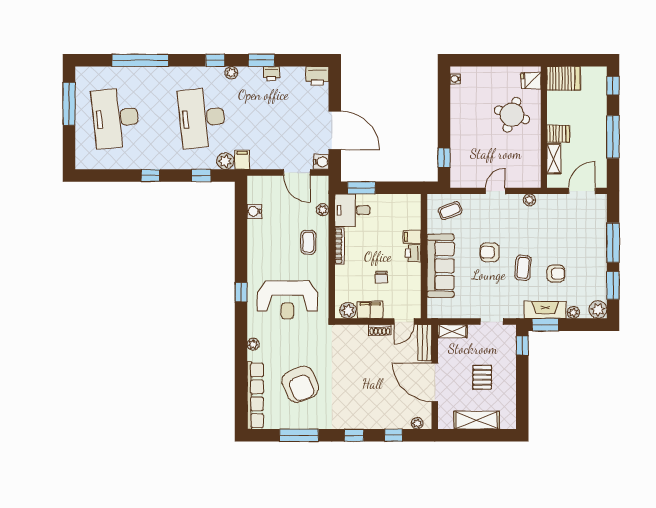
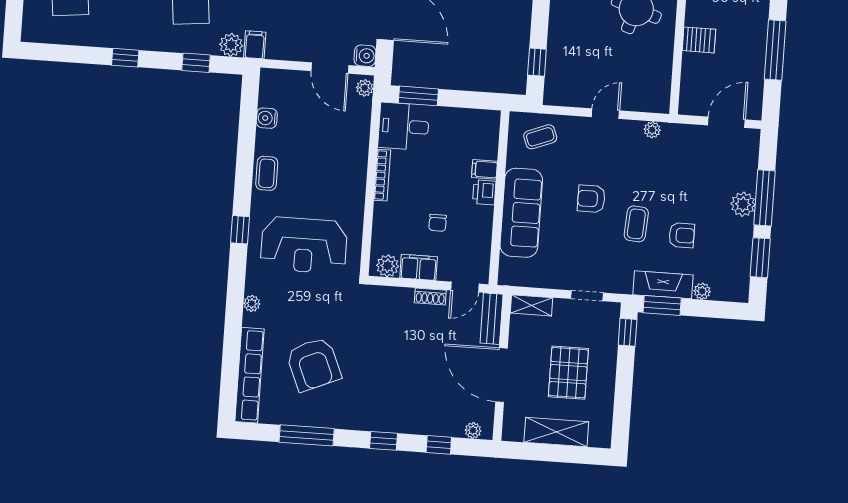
shelving: (554, 159) -> (690, 74), removed
plant: (323, 210) -> (365, 88), moved
coffee table: (308, 242) -> (267, 173), moved
plant: (598, 310) -> (743, 204), moved
pallet: (482, 377) -> (568, 373), width x1.50, depth x1.42

